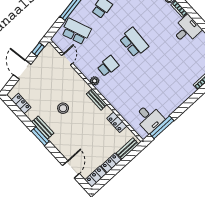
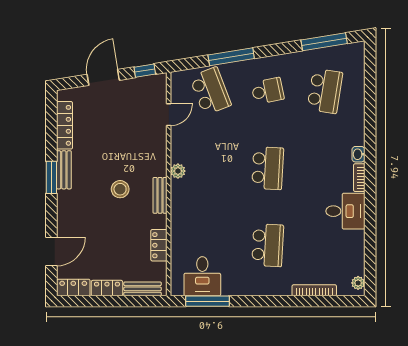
school desk: (108, 66) -> (268, 245), moved, width x1.85
locker: (21, 104) -> (64, 125), width x1.53
stool: (63, 108) -> (120, 189), moved

